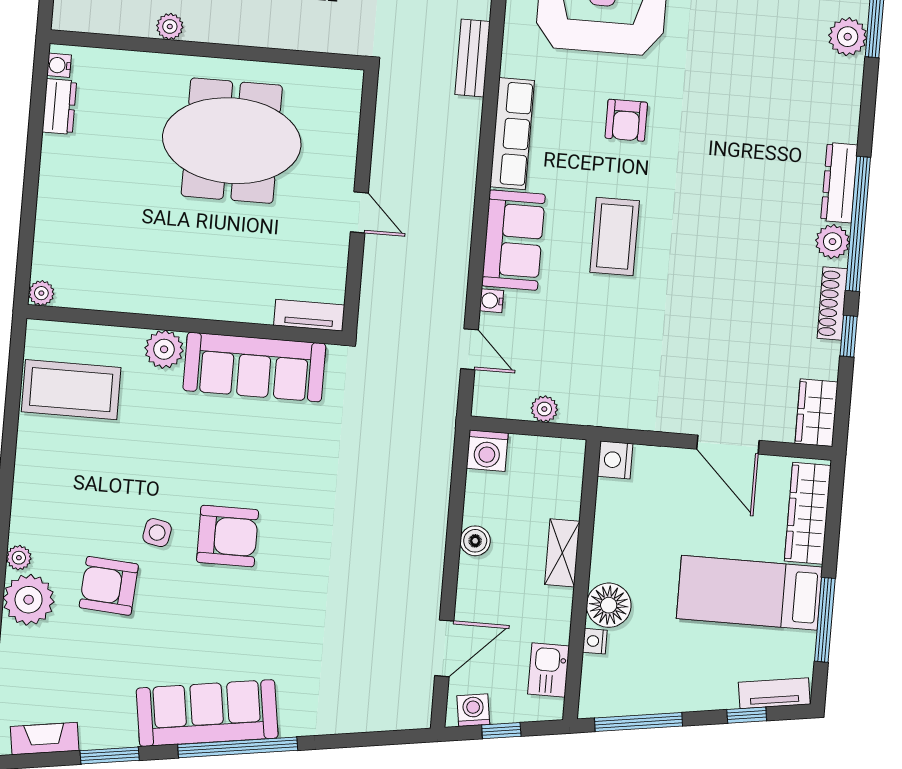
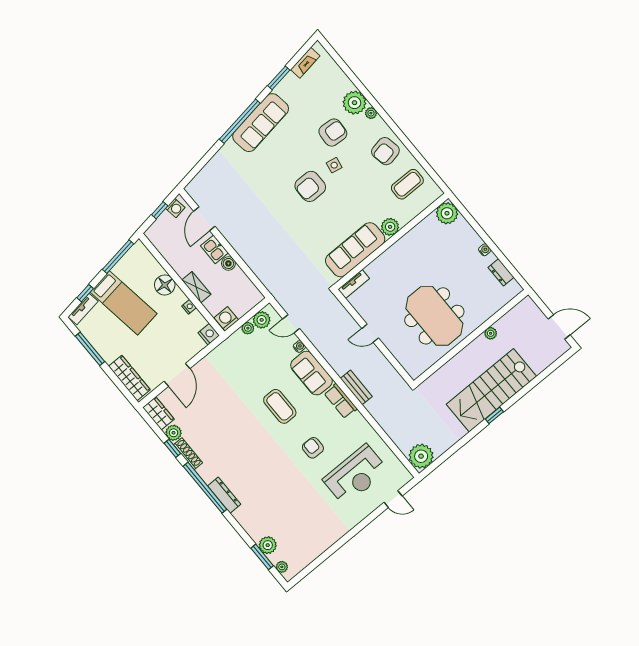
bench: (473, 58) -> (356, 387), moved
water cooler: (59, 65) -> (485, 250), moved
row of seats: (512, 134) -> (341, 401), width x0.68
meeting table: (232, 141) -> (434, 316), turned 90
plant: (832, 242) -> (174, 433), moved
plant: (41, 293) -> (447, 213), width x1.87, depth x1.87
coffee table: (71, 390) -> (407, 184), width x0.73, depth x0.76
plant: (510, 401) -> (262, 320), added
door: (728, 445) -> (177, 375), swing flipped
washing machine: (487, 451) -> (226, 319), moved
armchair: (55, 476) -> (385, 151), added
bed: (749, 593) -> (124, 303), moved, turned 82
nightstand: (595, 641) -> (189, 307), moved
kitchen sink: (549, 670) -> (215, 249), moved, turned 180

